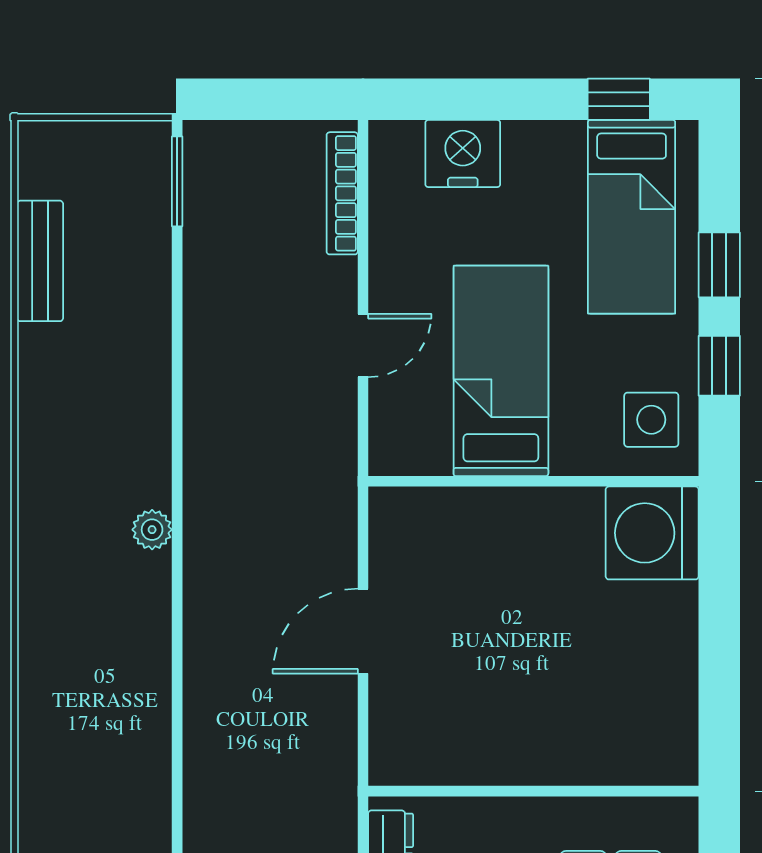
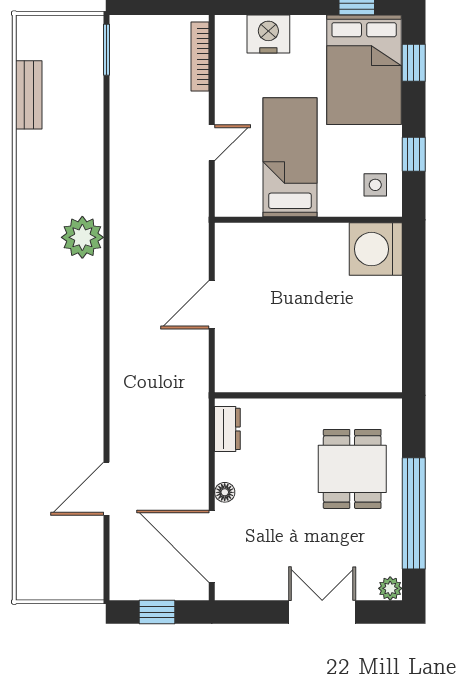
bed: (632, 217) -> (364, 70), width x1.50
window: (719, 265) -> (414, 63), moved
side table: (651, 420) -> (375, 185), width x0.73, depth x0.73
plant: (152, 530) -> (82, 237), width x1.87, depth x1.87

